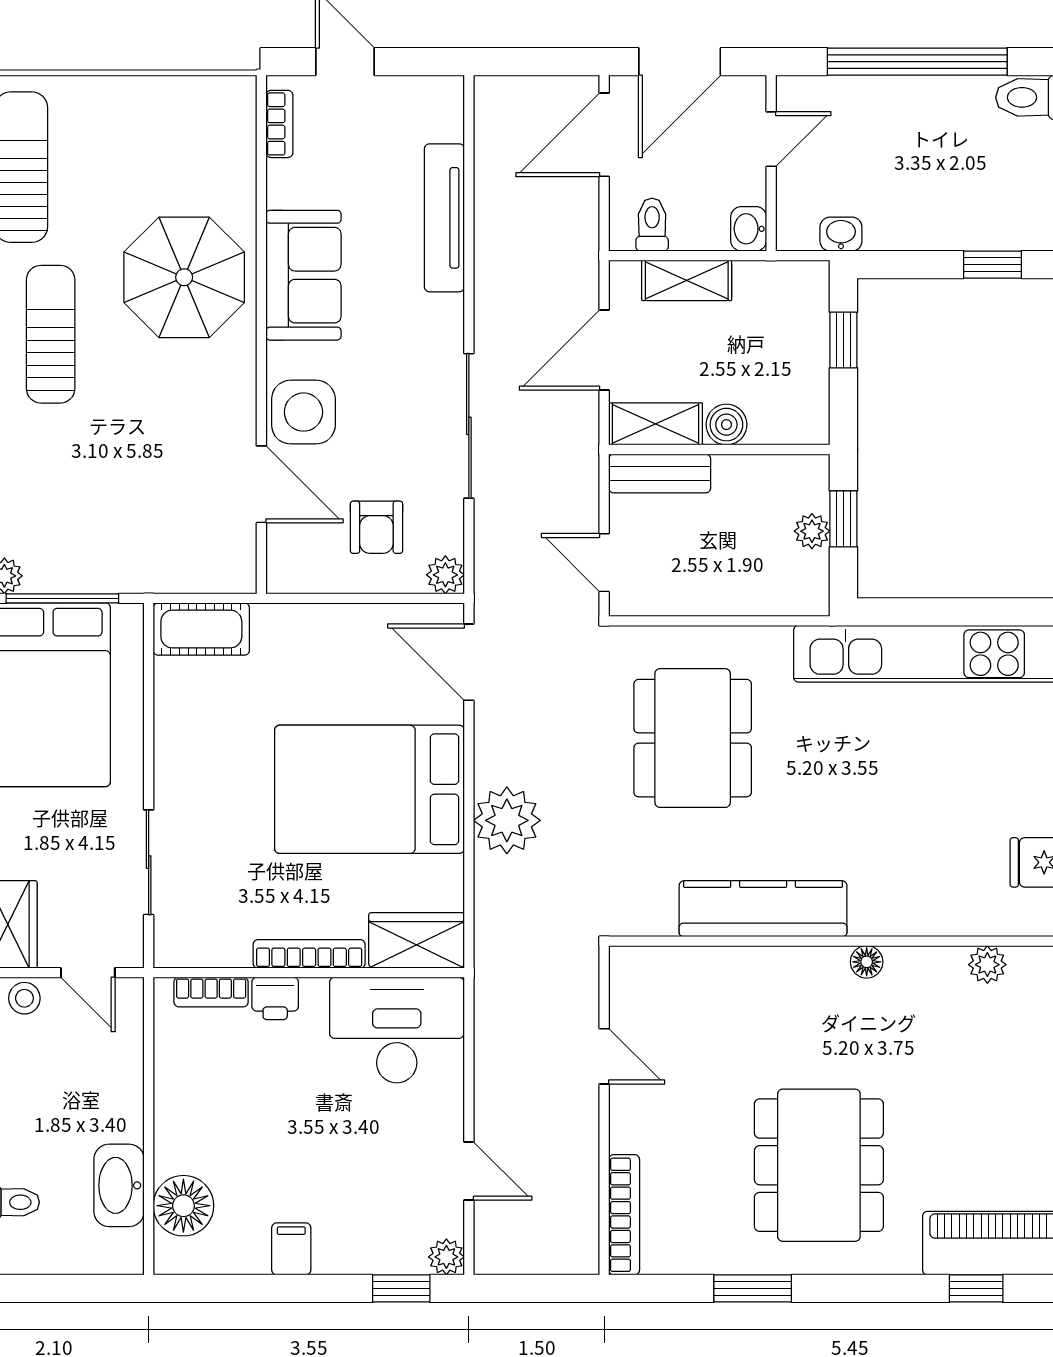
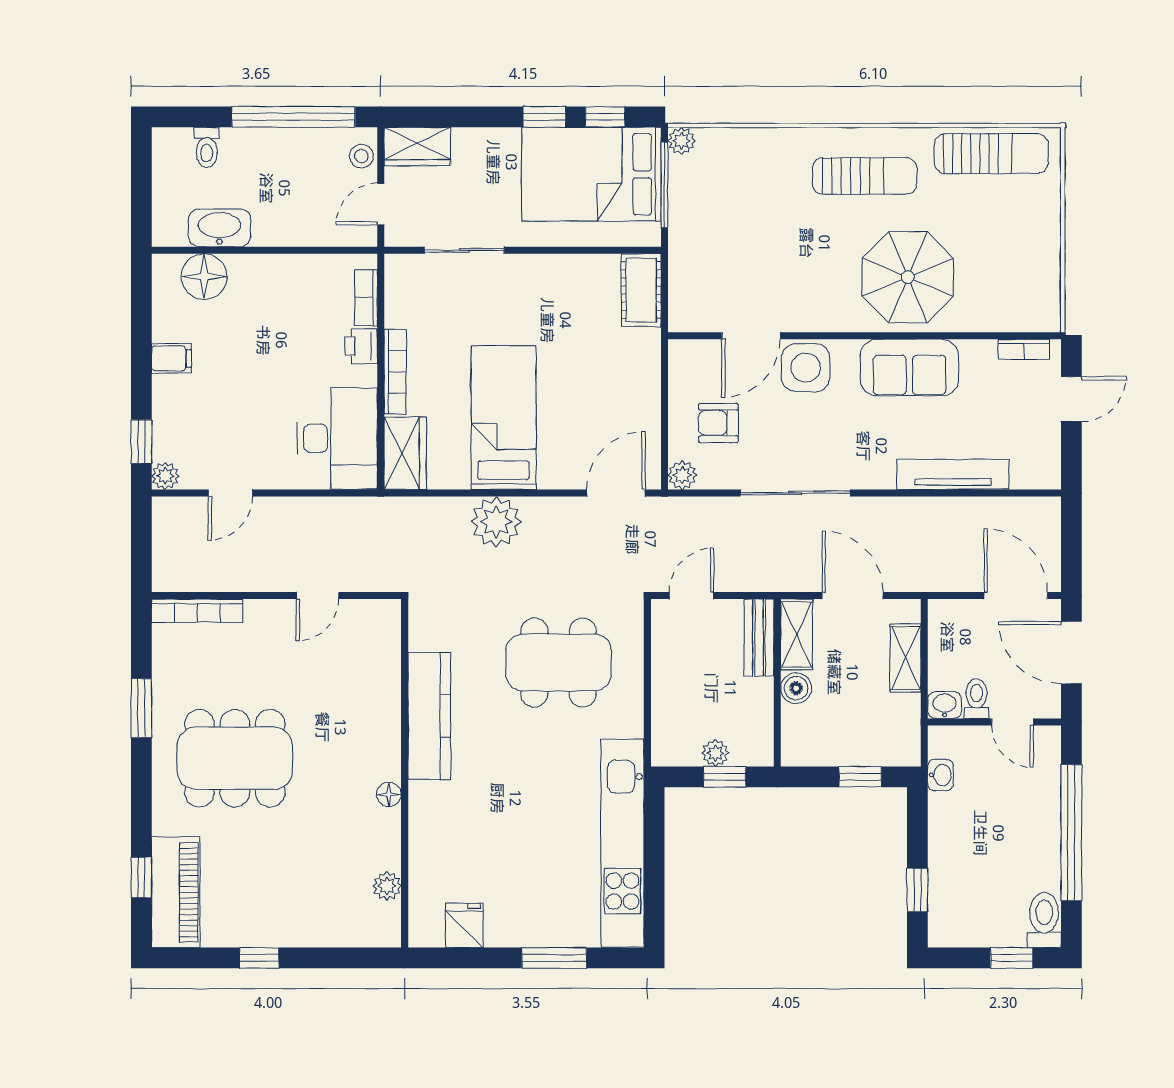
toilet: (652, 225) -> (976, 699), moved, turned -90
bed: (370, 789) -> (504, 418), width x0.67

